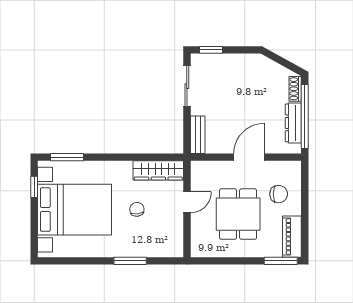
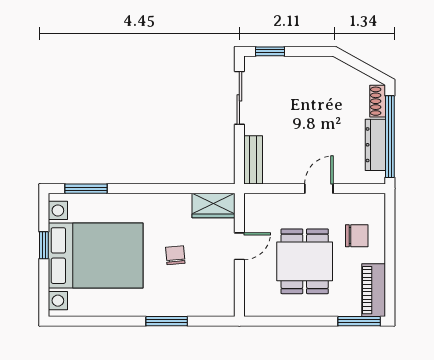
door: (249, 157) -> (319, 189), width x0.73
wardrobe: (158, 170) -> (213, 205), width x0.67
window: (34, 187) -> (44, 245), moved

